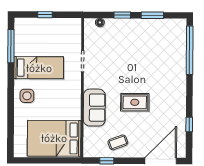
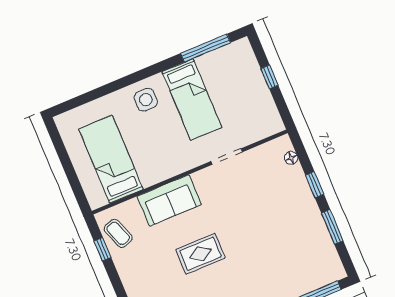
rug: (135, 102) -> (200, 254), turned 90
bed: (54, 138) -> (111, 159), width x0.67
coffee table: (118, 142) -> (118, 233), moved

